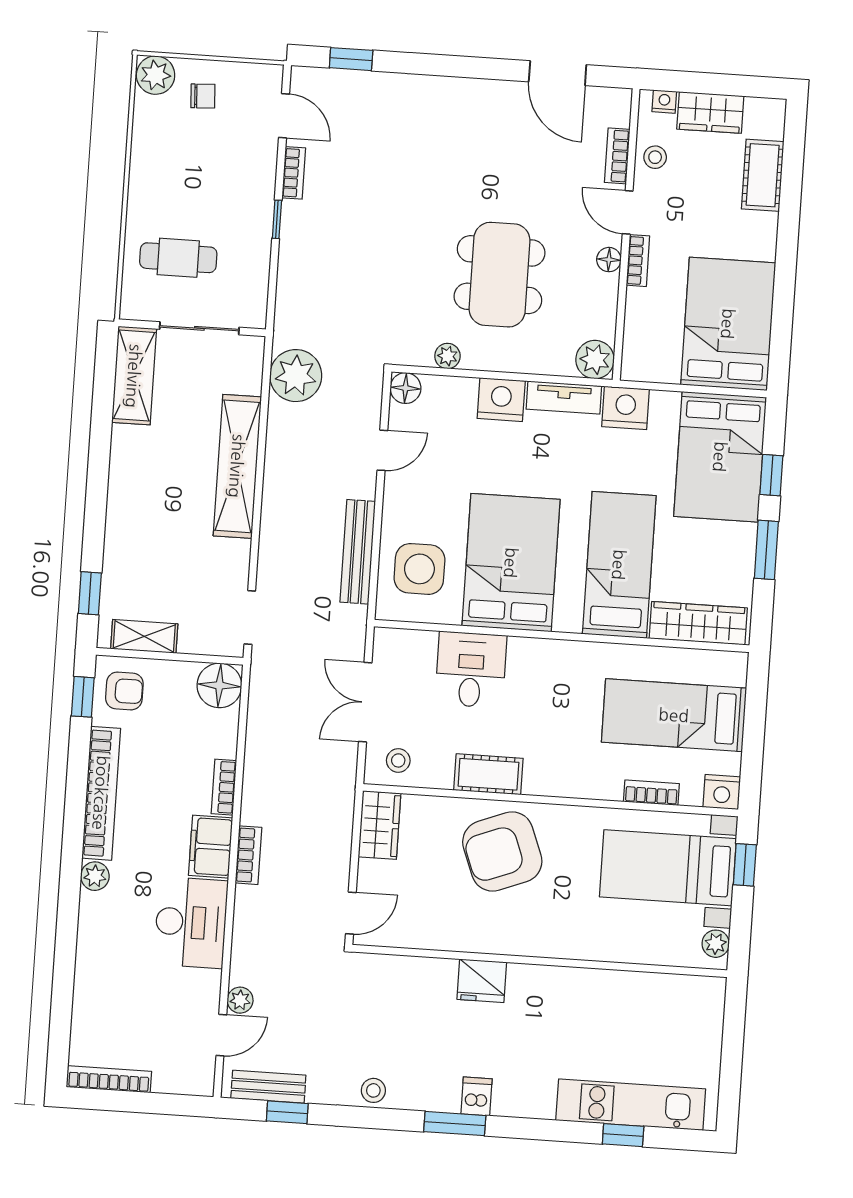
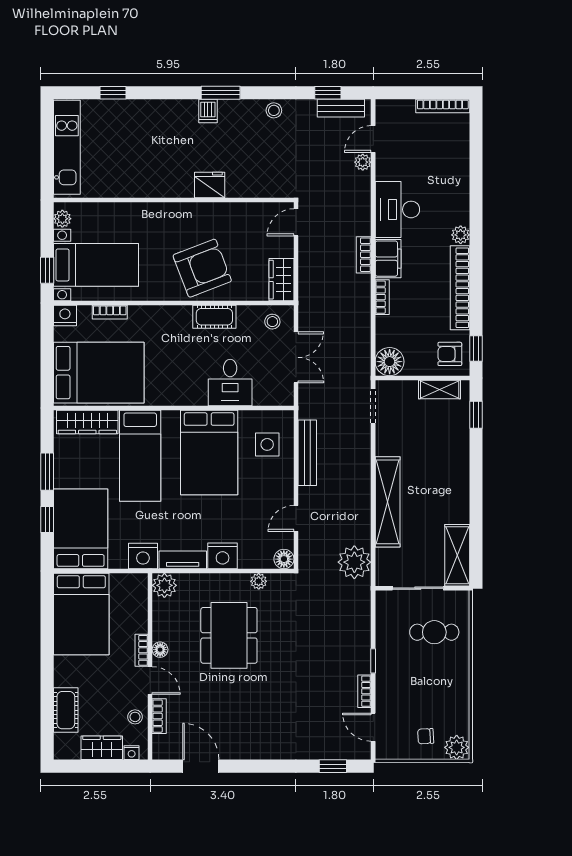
side table: (419, 569) -> (267, 444), width x0.73, depth x0.73
bed: (674, 715) -> (99, 373), width x1.50
kitchen unit: (631, 1105) -> (67, 147), moved, turned -90

